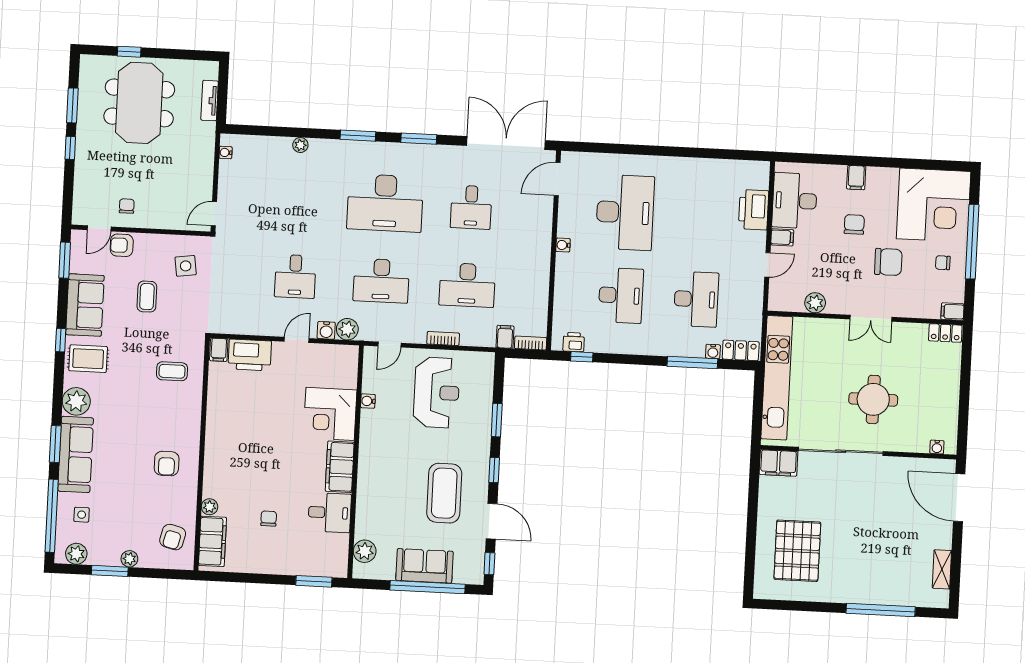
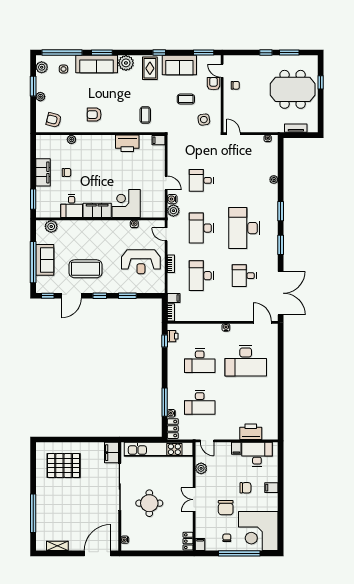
door: (767, 265) -> (207, 441), moved
printer: (250, 355) -> (127, 143), moved, turned -90
filing cabinet: (212, 541) -> (43, 172), moved, turned -90

